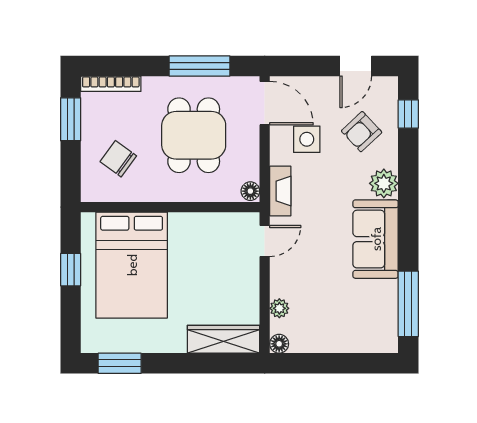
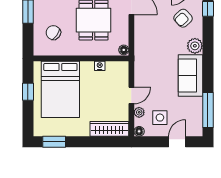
side table: (307, 139) -> (160, 118), moved
fireplace: (280, 191) -> (140, 50), removed
nightstand: (205, 221) -> (100, 66), added
door: (265, 241) -> (131, 95), moved
door: (350, 363) -> (177, 142), added

